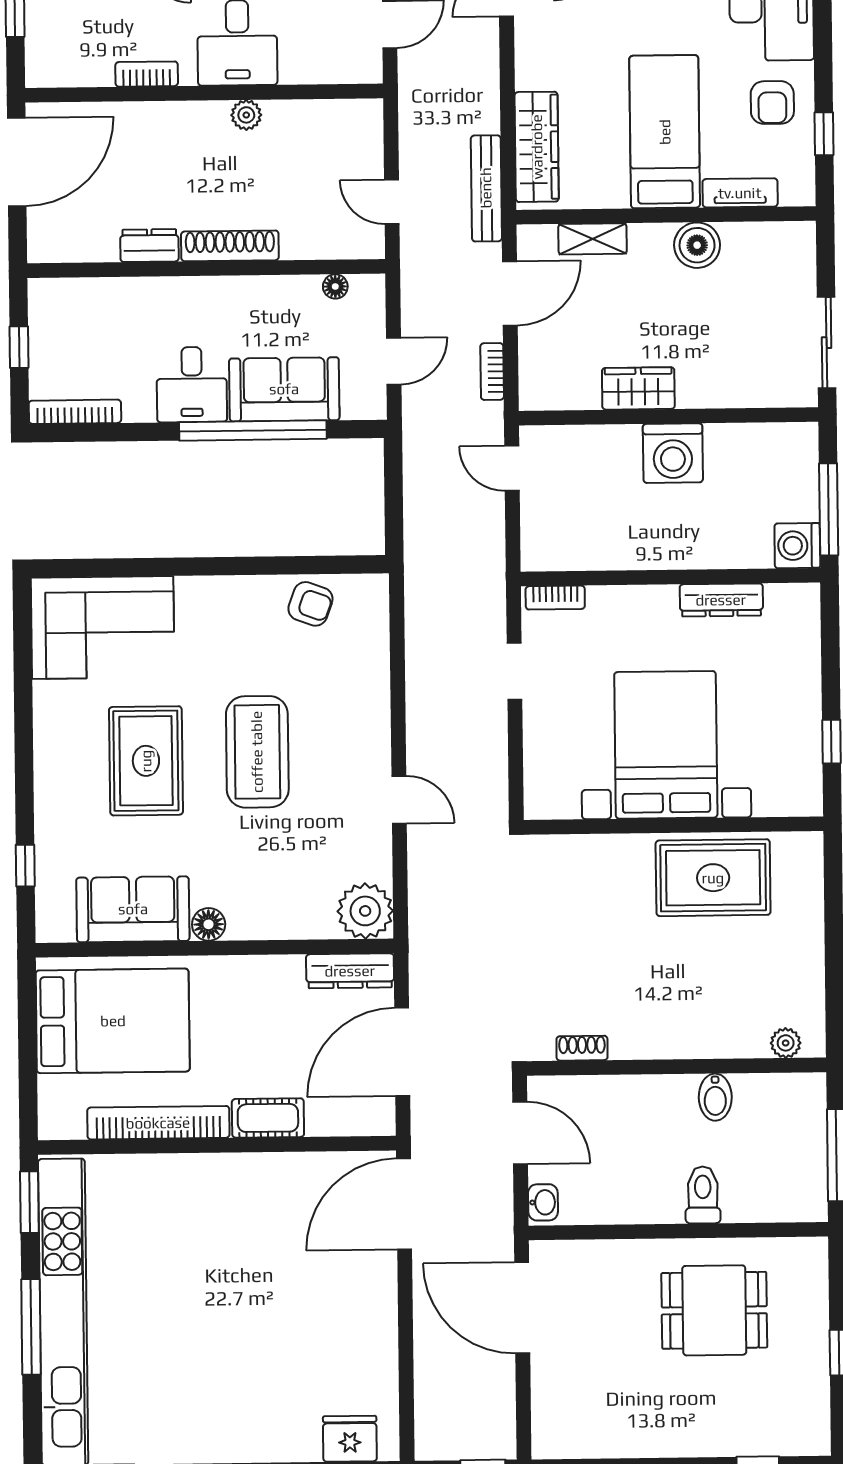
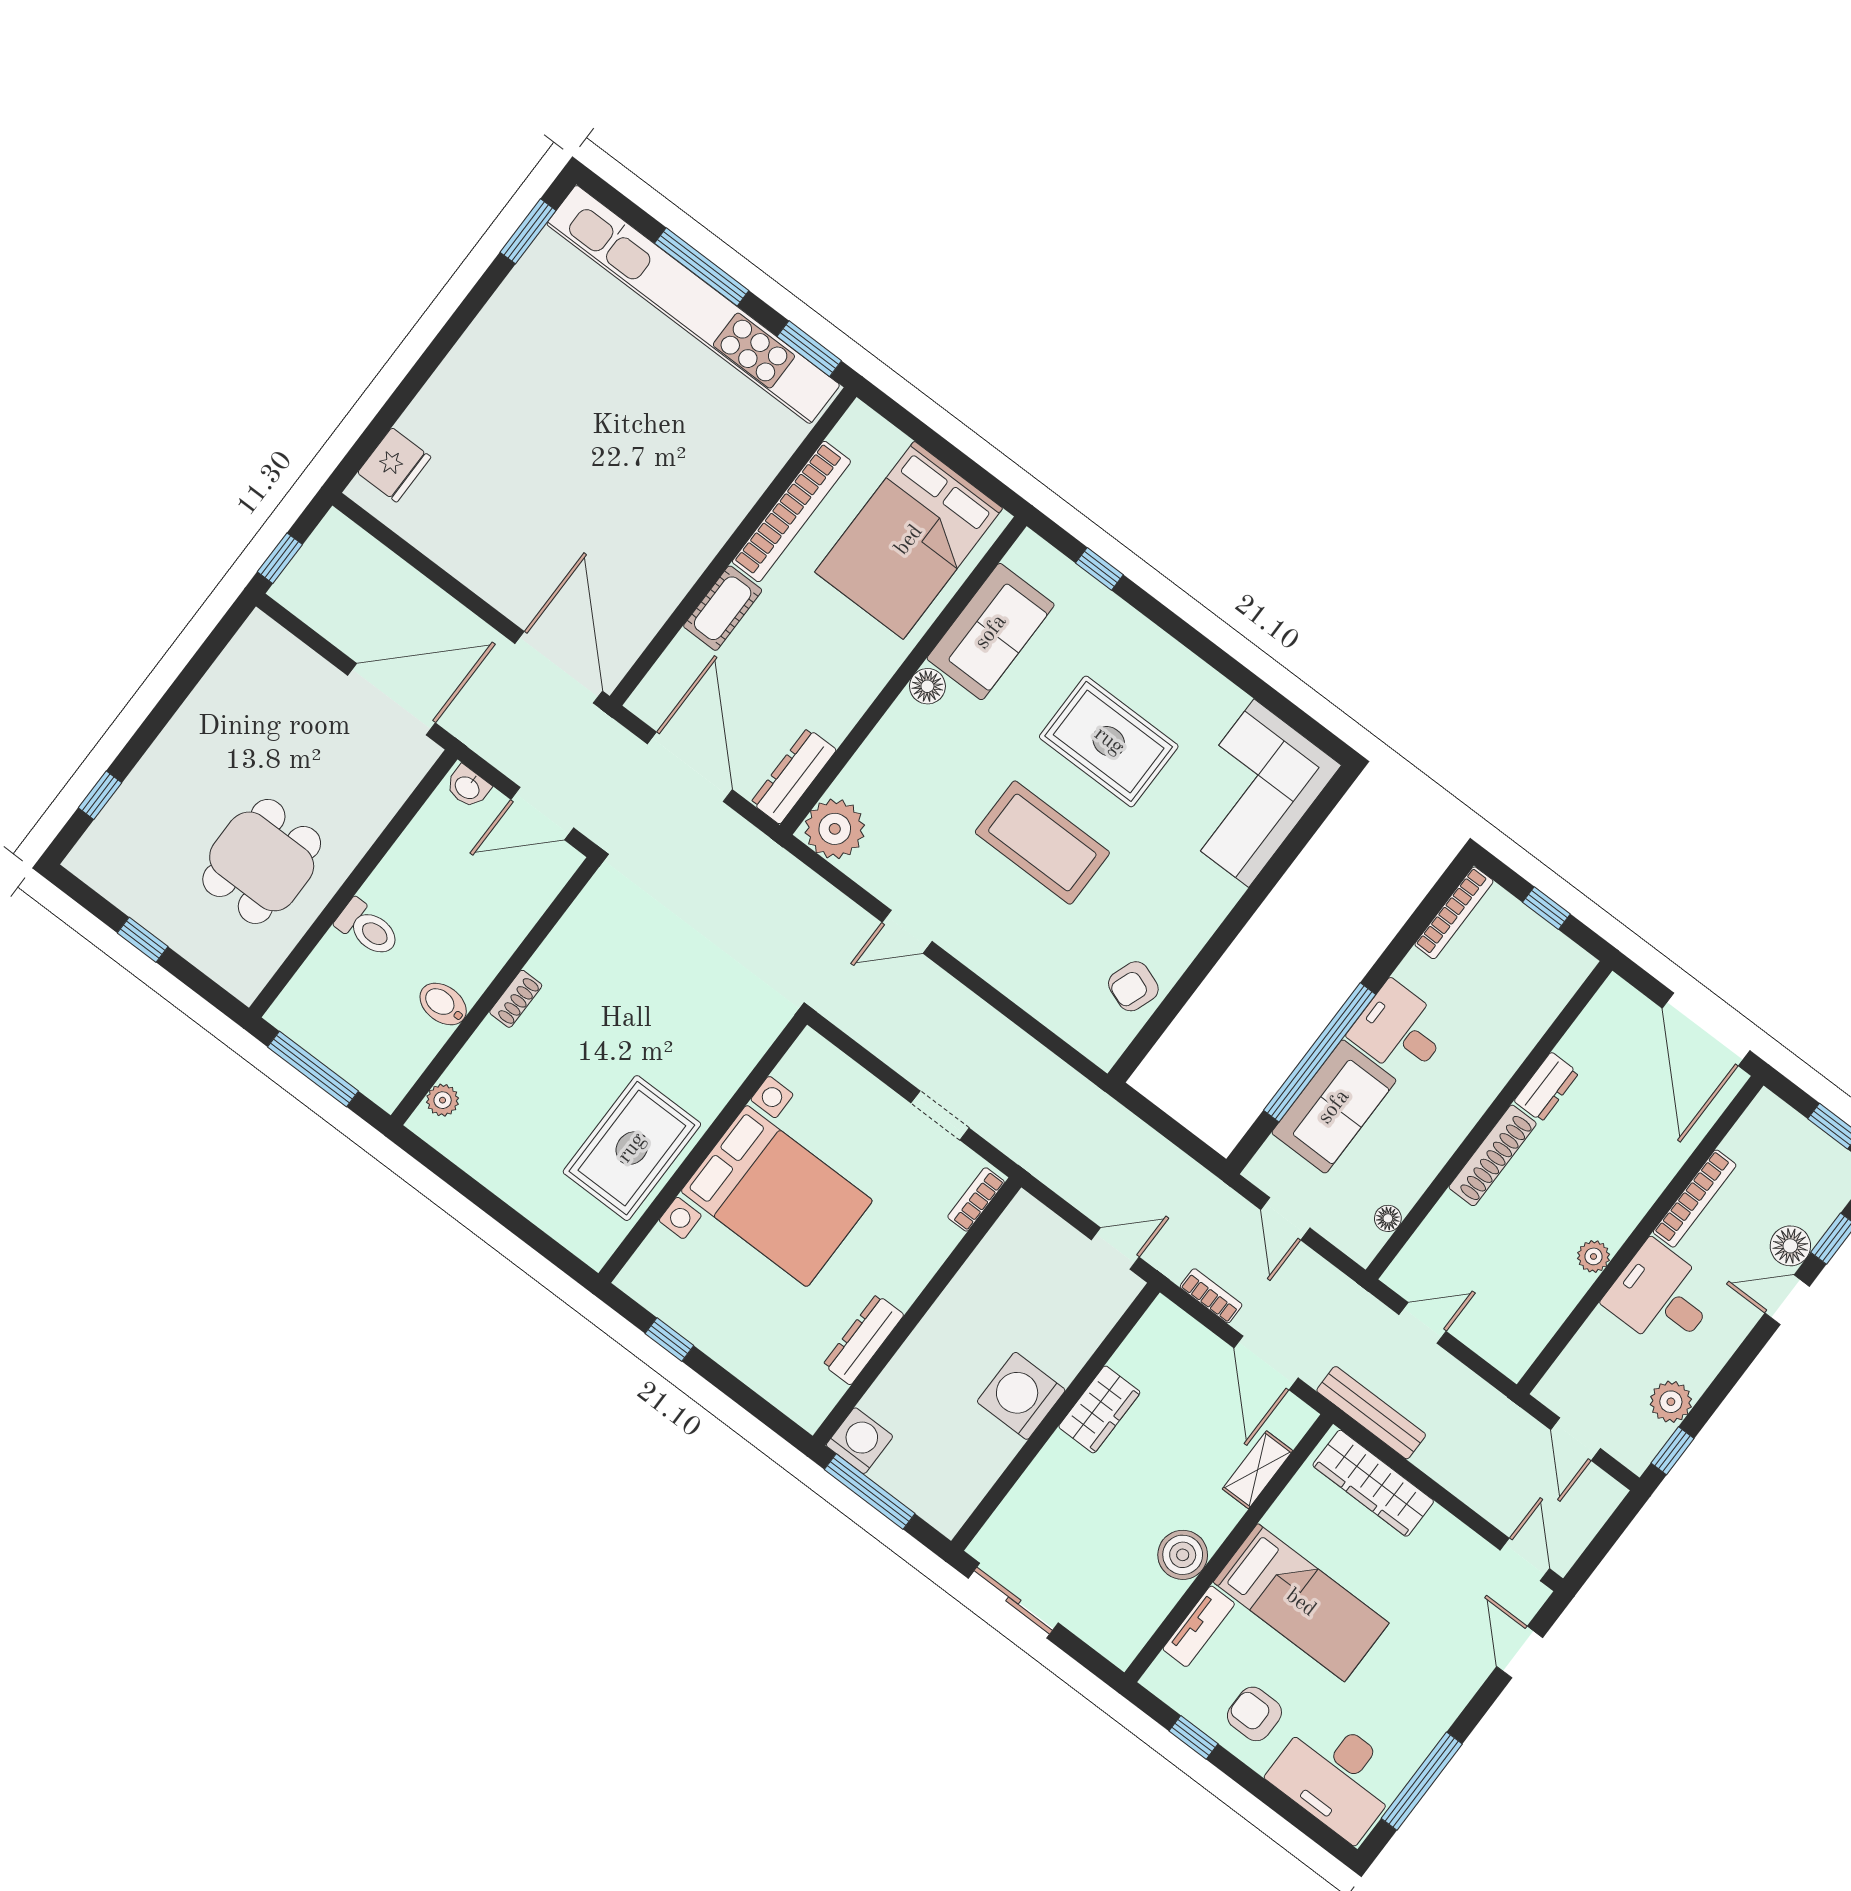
bookcase: (147, 74) -> (1695, 1199), width x1.56
shoe rack: (582, 1048) -> (516, 999), moved

